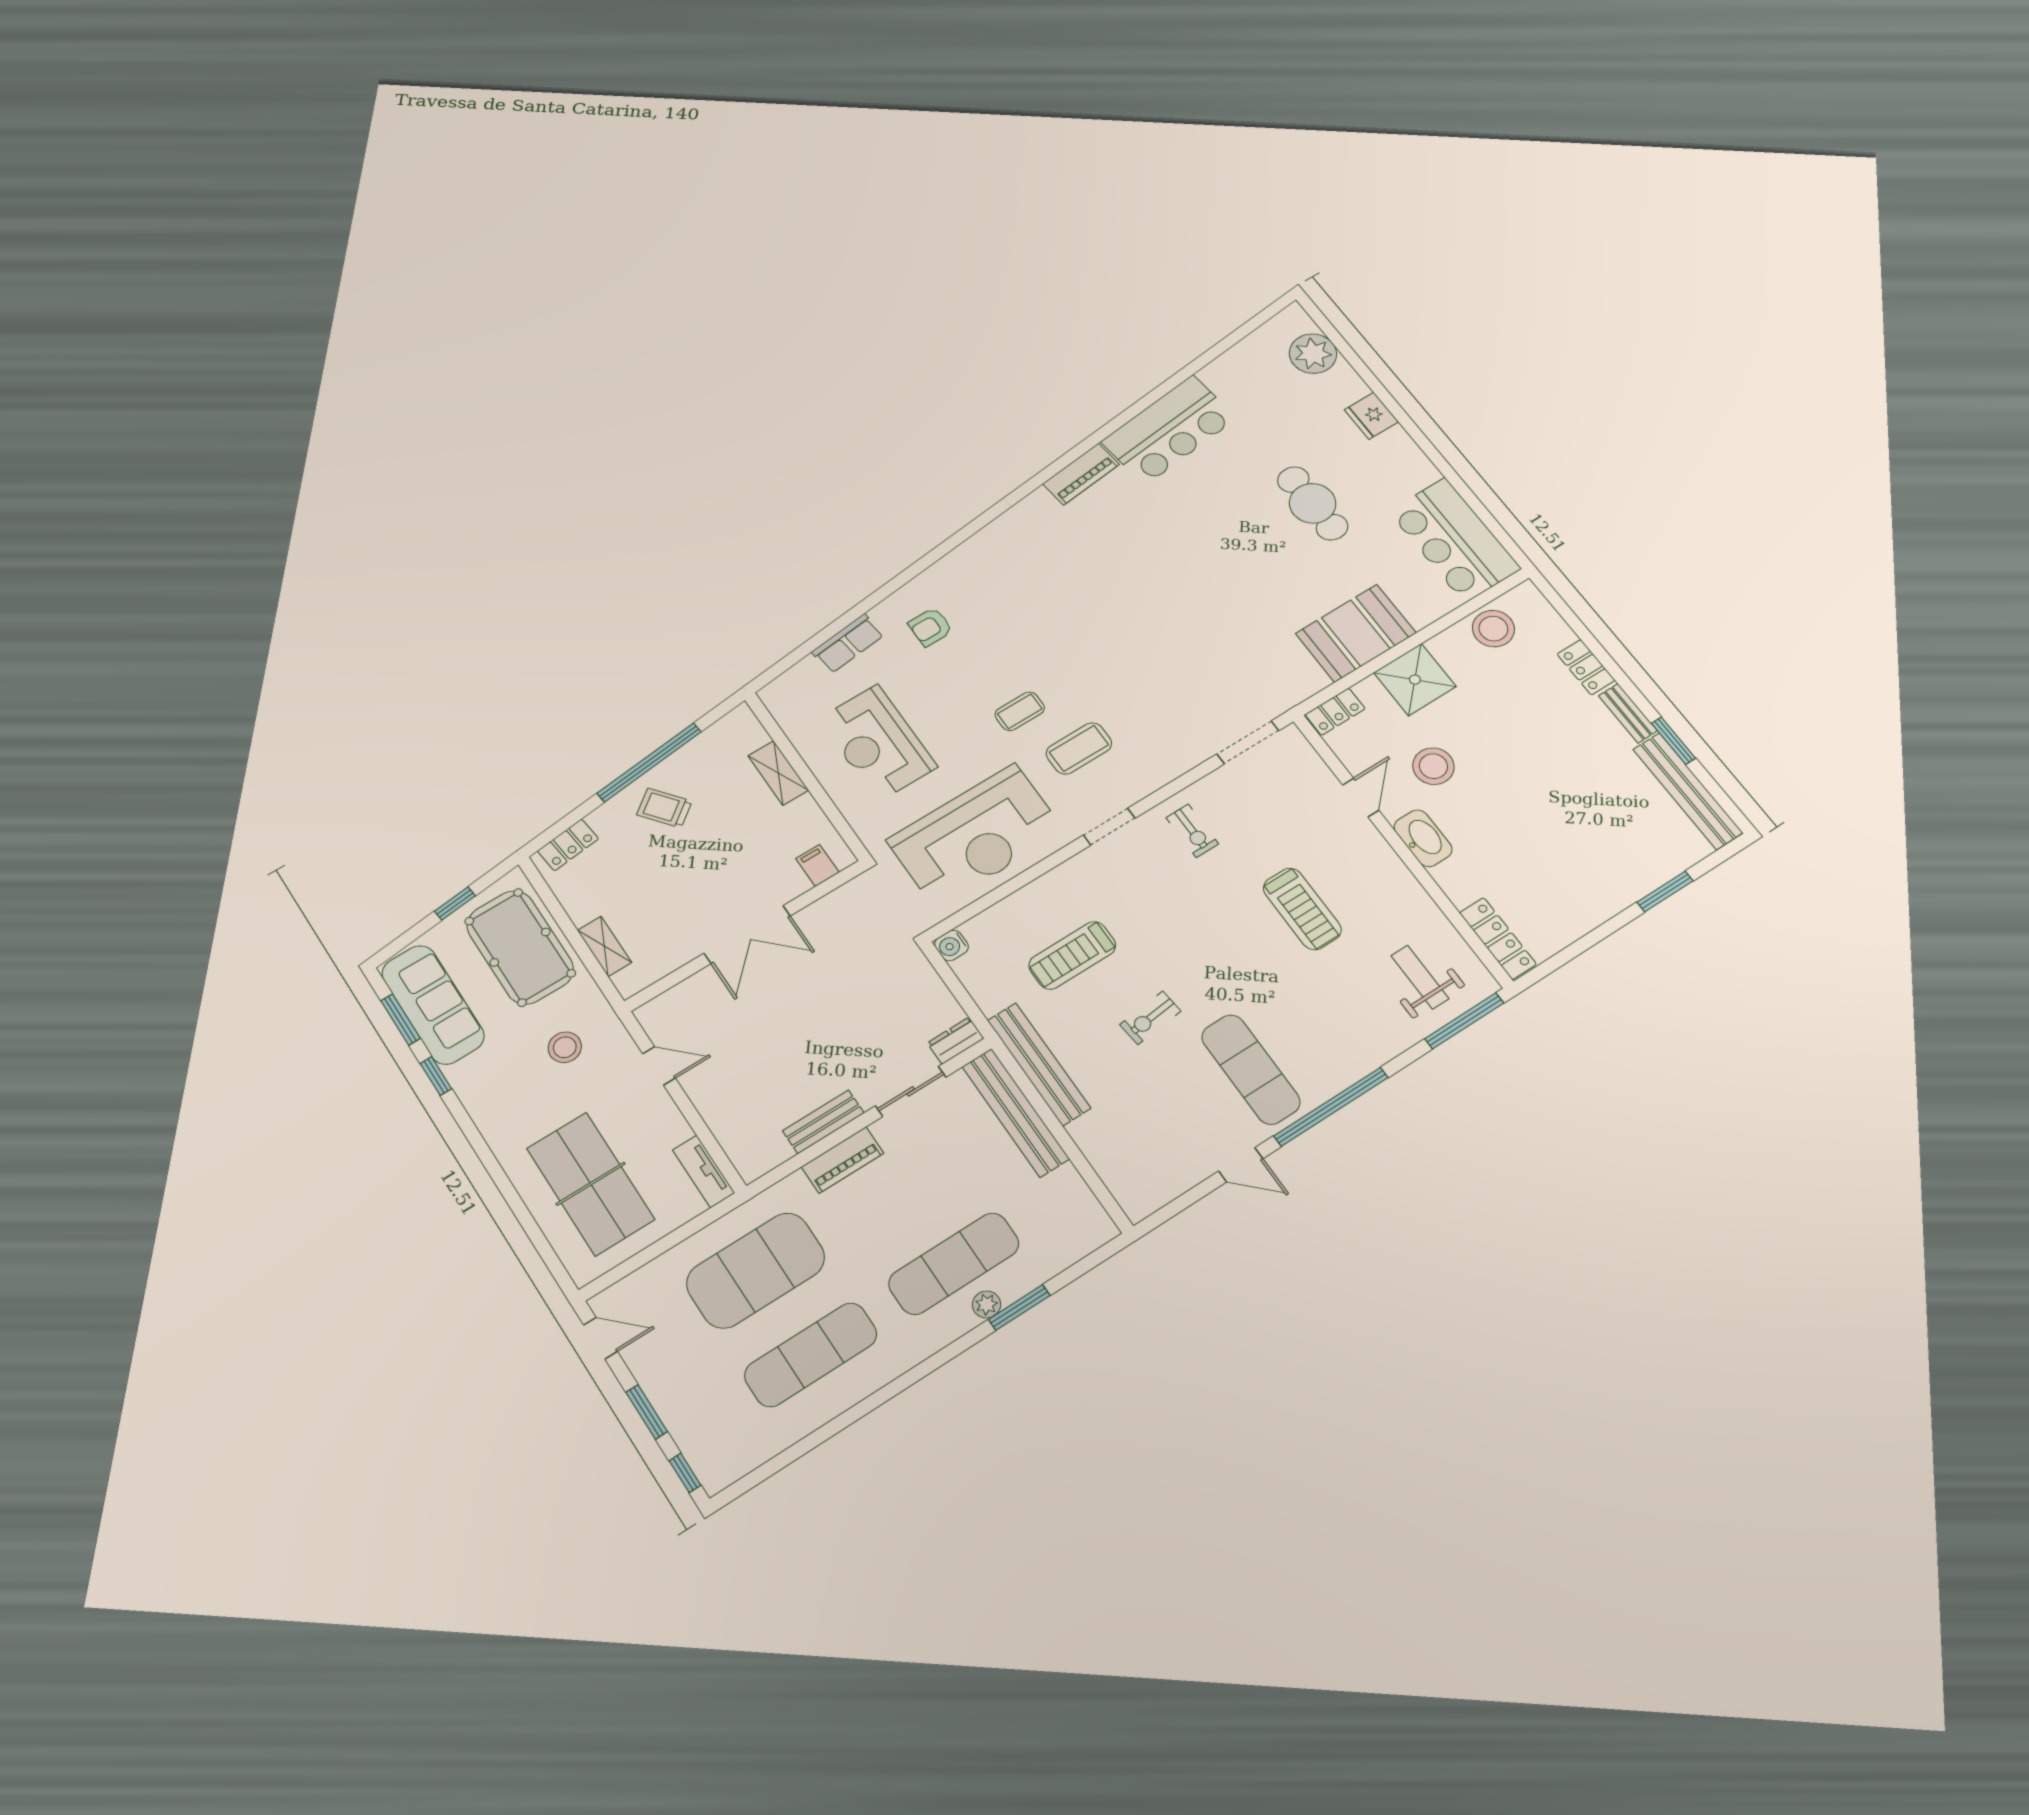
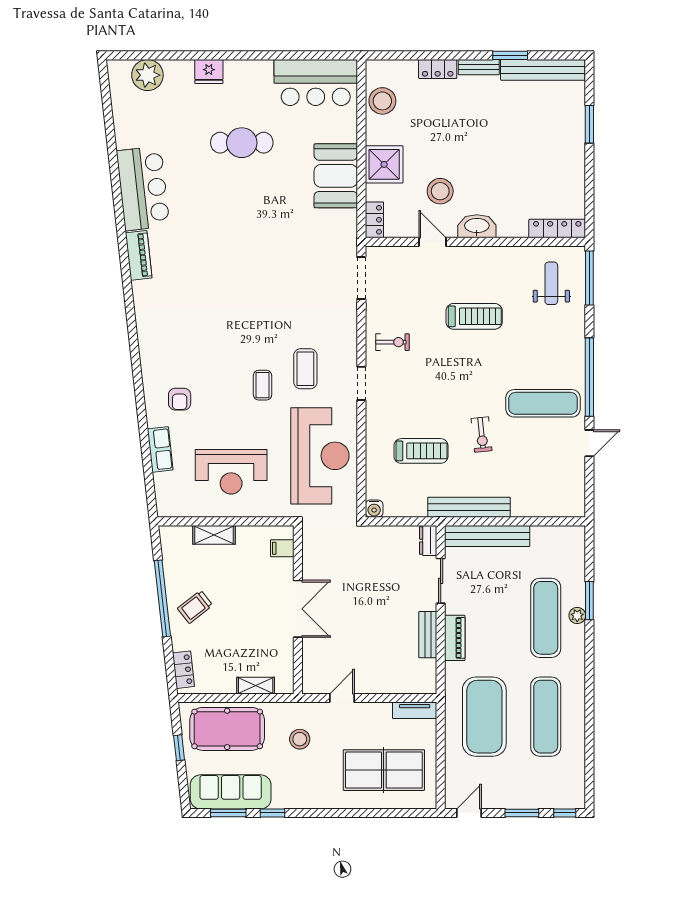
treadmill: (1072, 955) -> (421, 451), turned -90
weight bench: (1420, 977) -> (551, 283), turned 90

